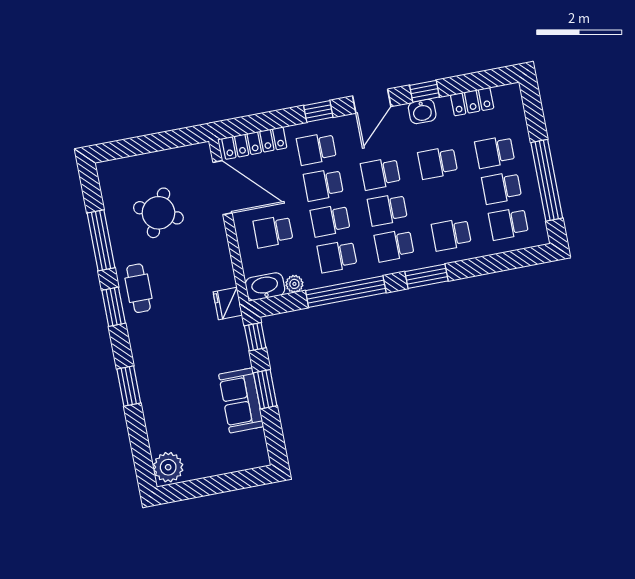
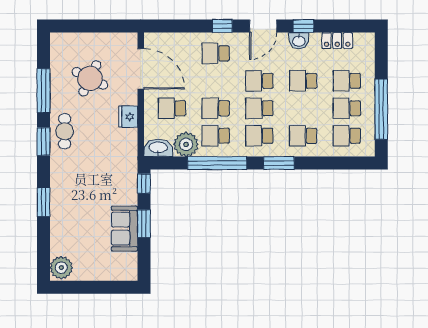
locker: (254, 143) -> (170, 40), removed
school desk: (323, 185) -> (216, 81), removed
plant: (294, 284) -> (186, 144), width x1.88, depth x1.88
fridge: (228, 304) -> (128, 117), moved

